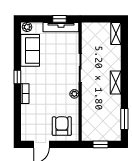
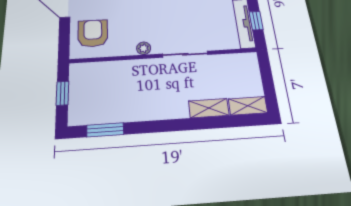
shelving: (116, 83) -> (209, 108), moved
armchair: (62, 126) -> (93, 33), turned -90

